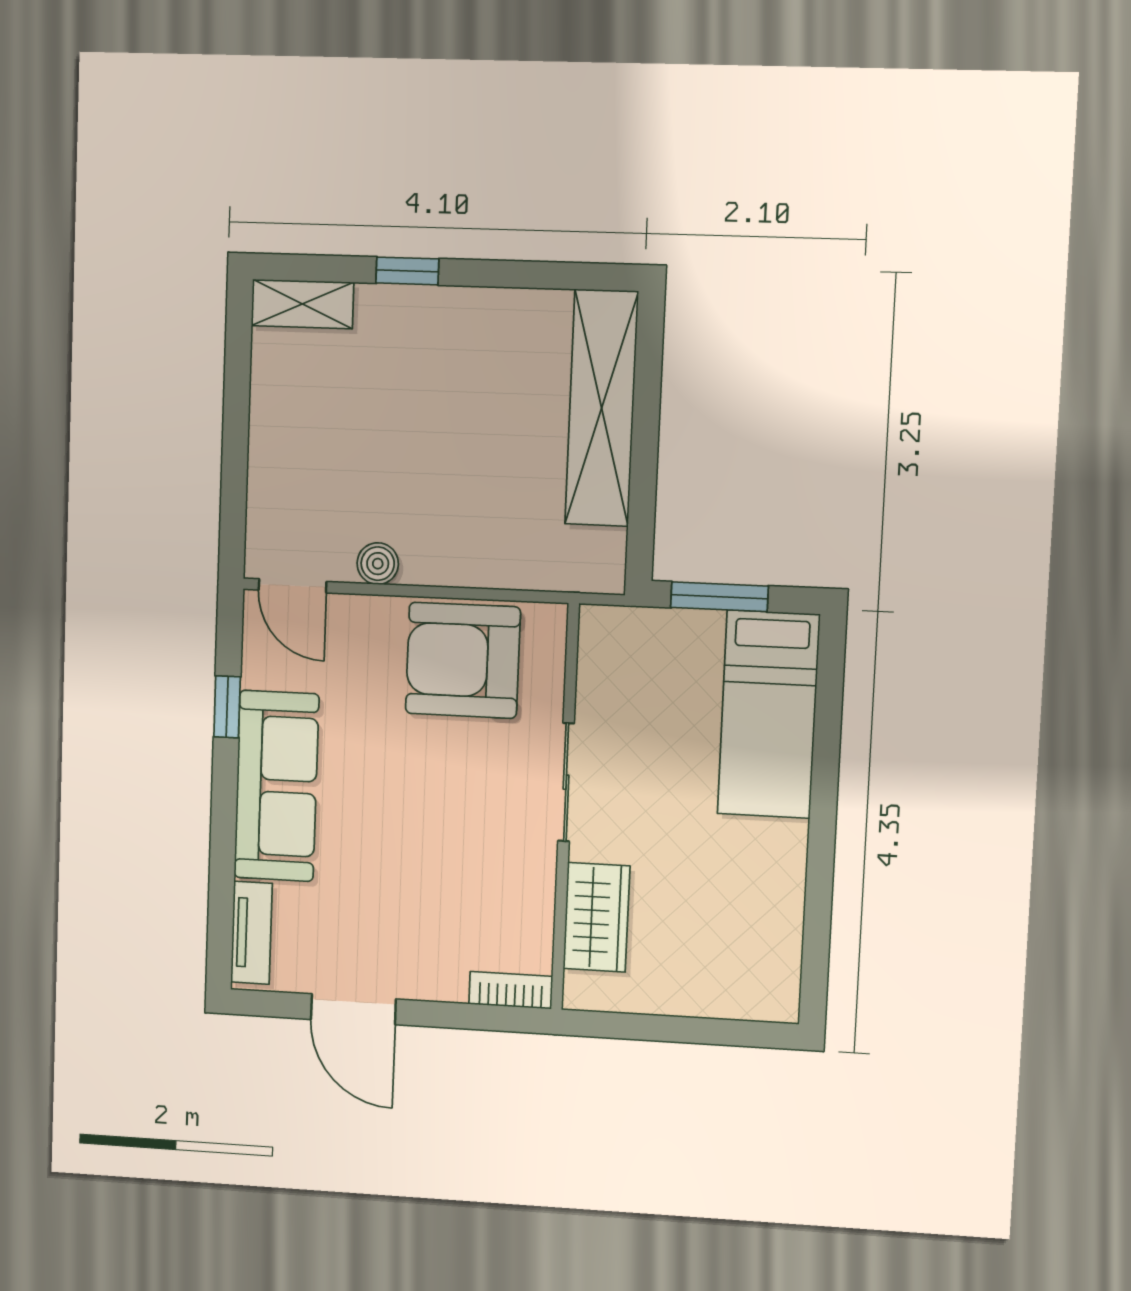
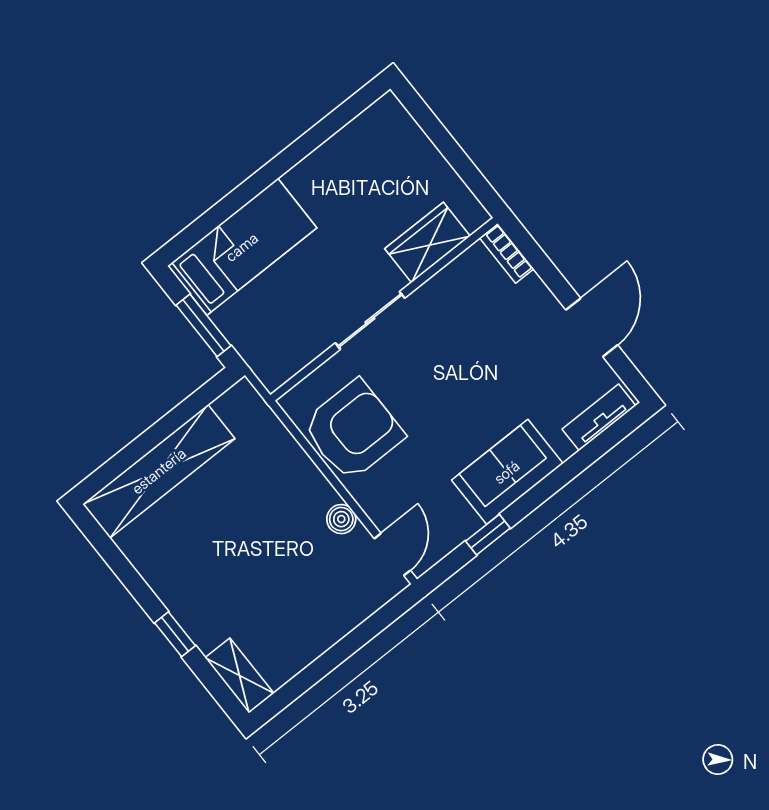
armchair: (463, 660) -> (353, 430), turned -90
sofa: (276, 786) -> (507, 472), width x0.73

